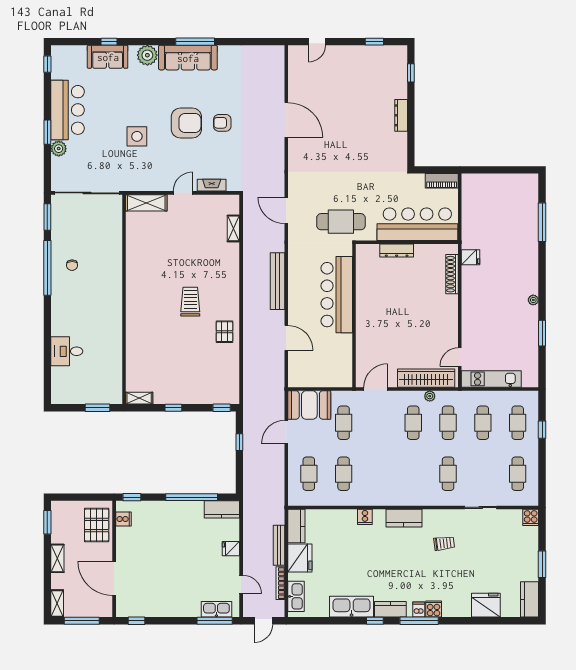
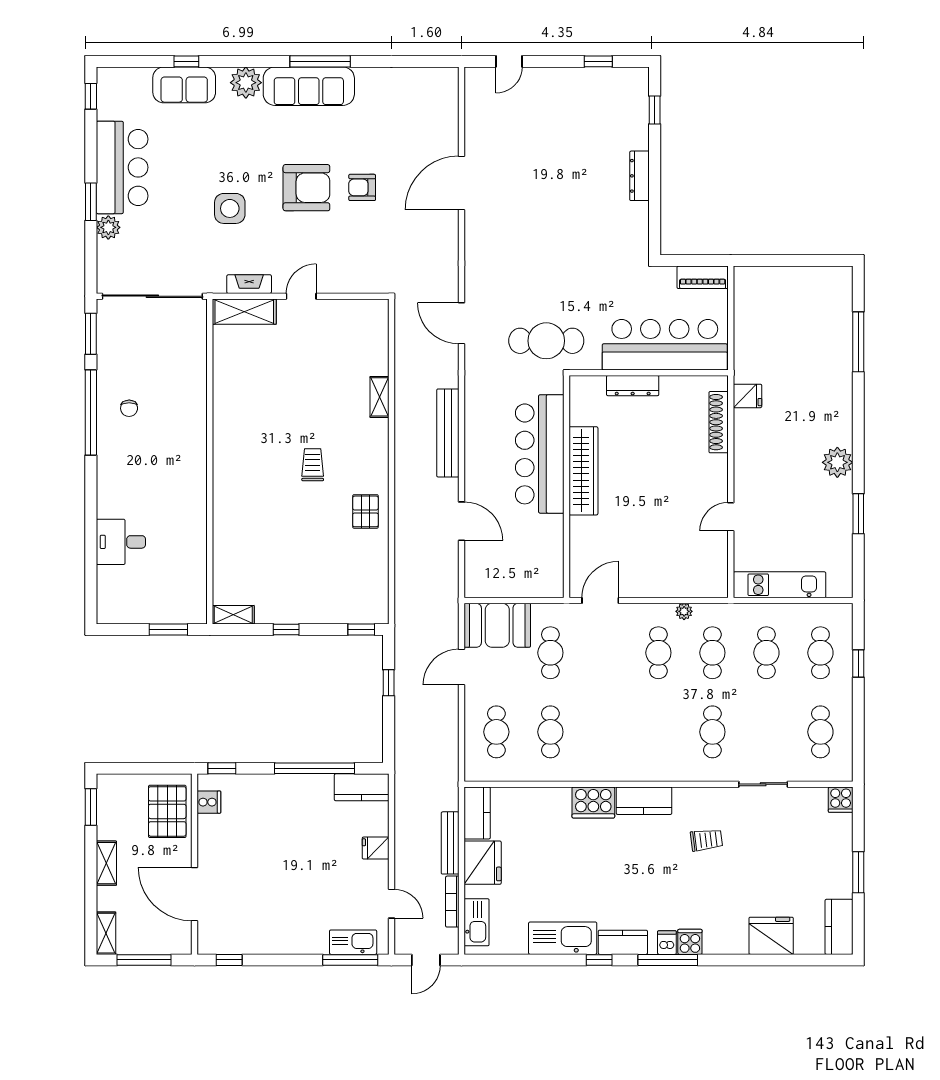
door: (286, 120) -> (461, 183), swing flipped
fireplace: (212, 185) -> (249, 284), moved
shelving: (233, 228) -> (379, 397), moved
plant: (533, 300) -> (837, 462), width x1.87, depth x1.87
trolley: (190, 302) -> (313, 465), width x0.73, depth x0.72
door: (460, 357) -> (731, 517), moved
wardrobe: (426, 378) -> (583, 471), moved, turned 90
cooker: (365, 517) -> (593, 802), width x1.87, depth x1.31

